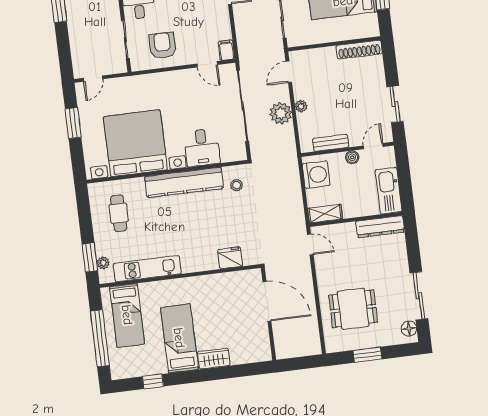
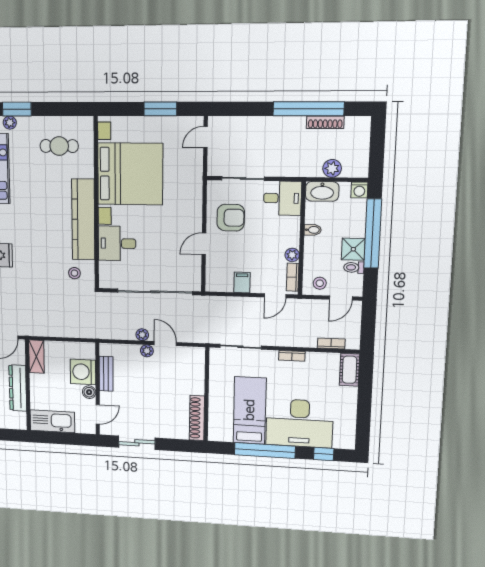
filing cabinet: (226, 50) -> (242, 282), moved, turned -90
door: (207, 64) -> (204, 244), moved
door: (289, 72) -> (165, 344), moved
door: (93, 79) -> (205, 137), hinge flipped
plant: (281, 113) -> (142, 335), width x0.53, depth x0.53
door: (373, 146) -> (98, 414), hinge flipped
washing machine: (316, 175) -> (83, 372), moved, turned 90
dresser: (380, 227) -> (18, 388), moved

